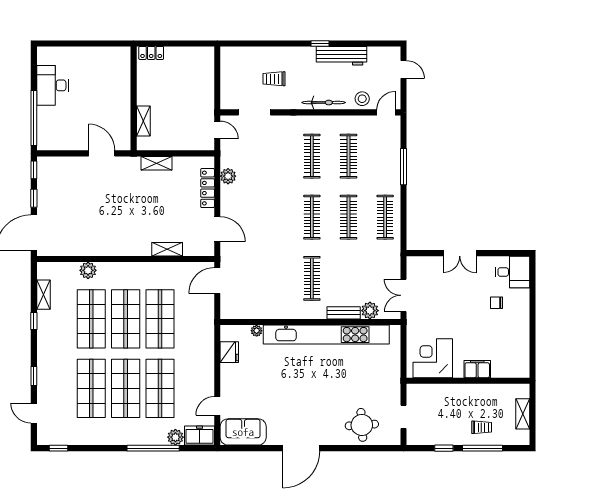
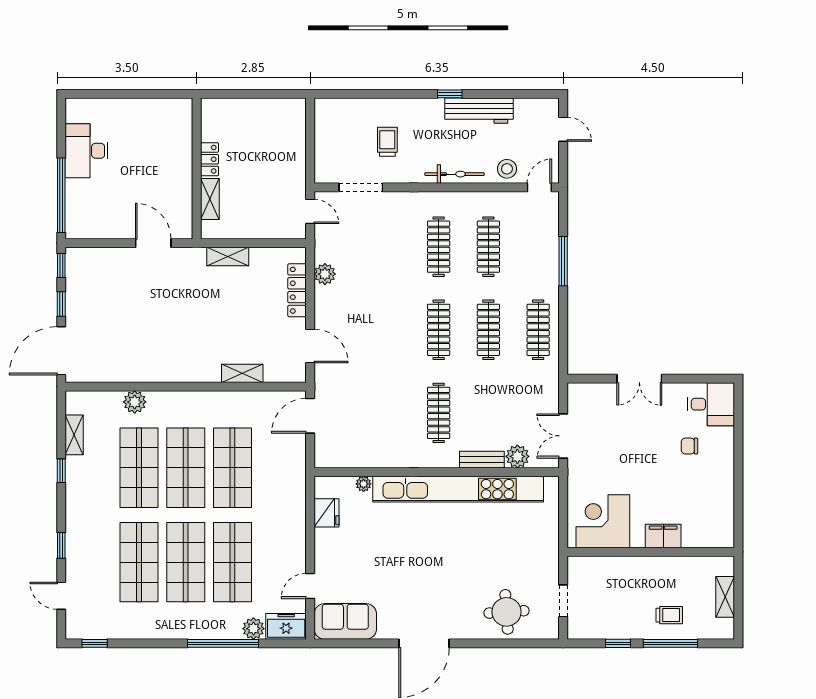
locker: (151, 53) -> (210, 159), moved, turned -90
trolley: (274, 79) -> (387, 142), turned 90

